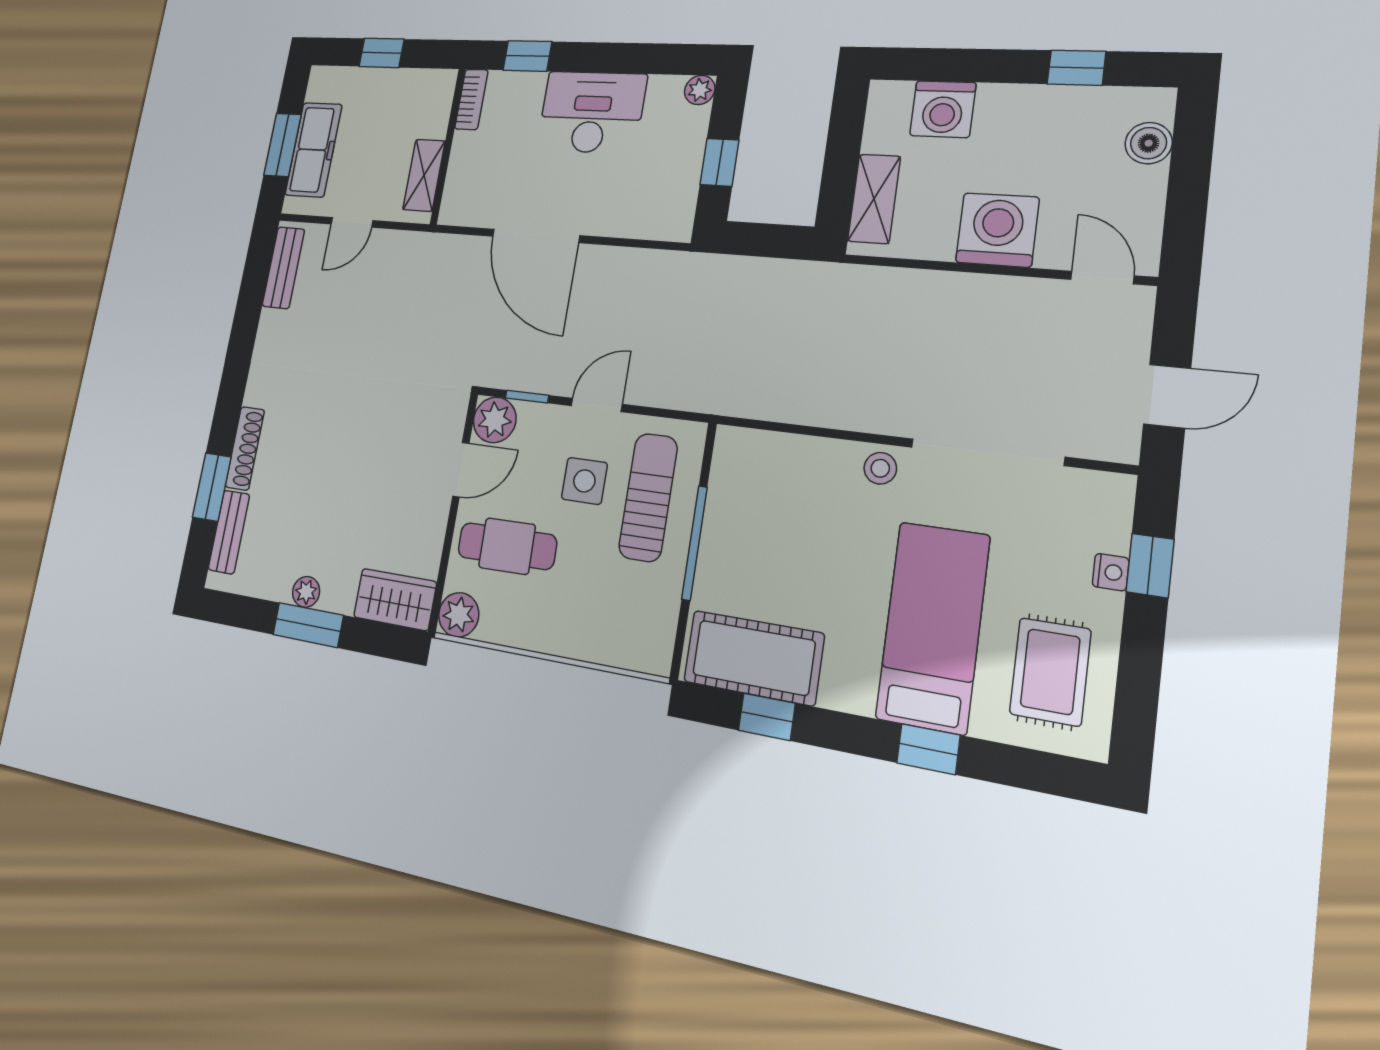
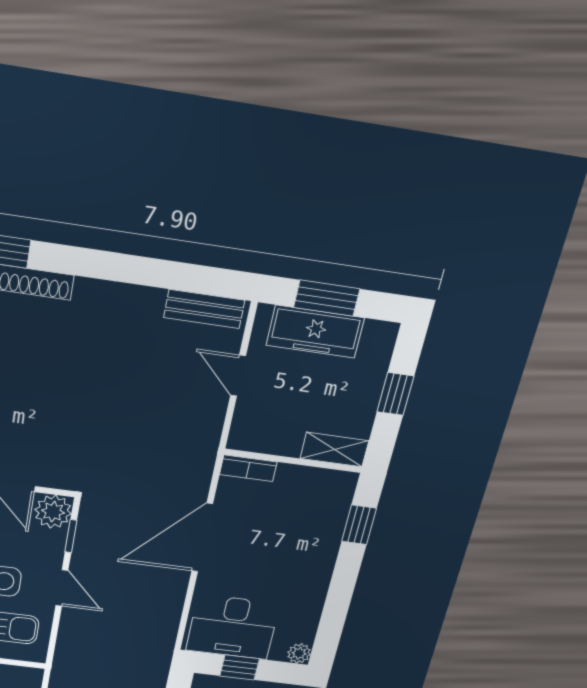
bookcase: (471, 99) -> (248, 468), moved
desk: (591, 112) -> (233, 627), moved, turned 90
shelving: (424, 175) -> (334, 450), moved

